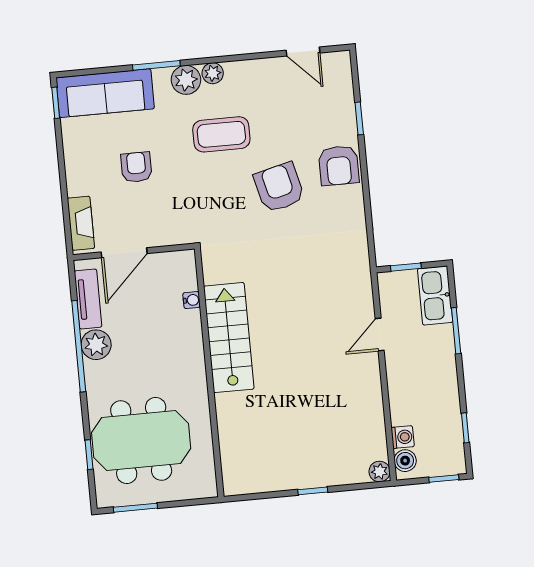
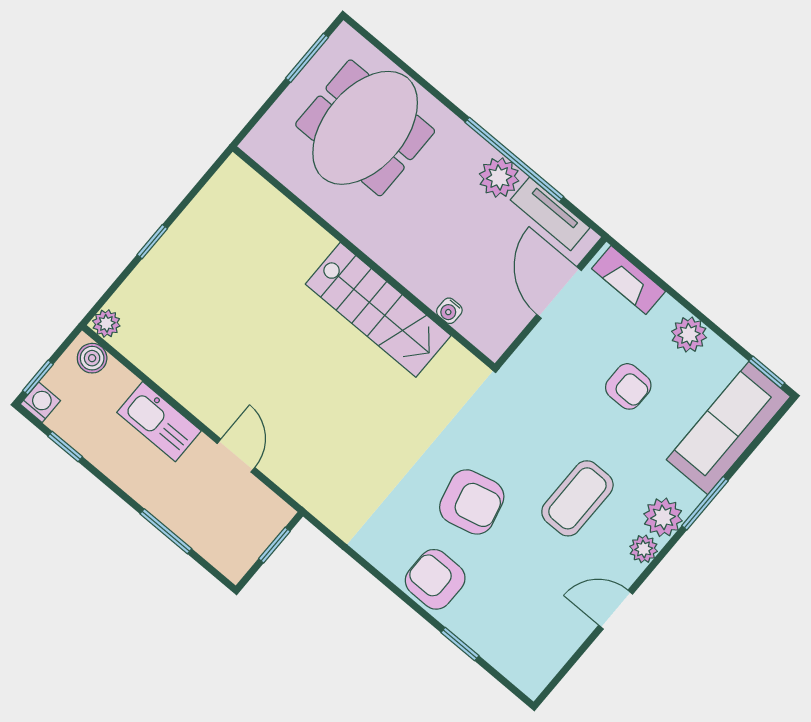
door: (303, 52) -> (616, 610), moved
plant: (77, 163) -> (689, 335), added
kitchen sink: (435, 296) -> (159, 422), moved, turned 180
washing machine: (403, 437) -> (40, 402), moved, turned 180
window: (89, 455) -> (402, 65), removed

